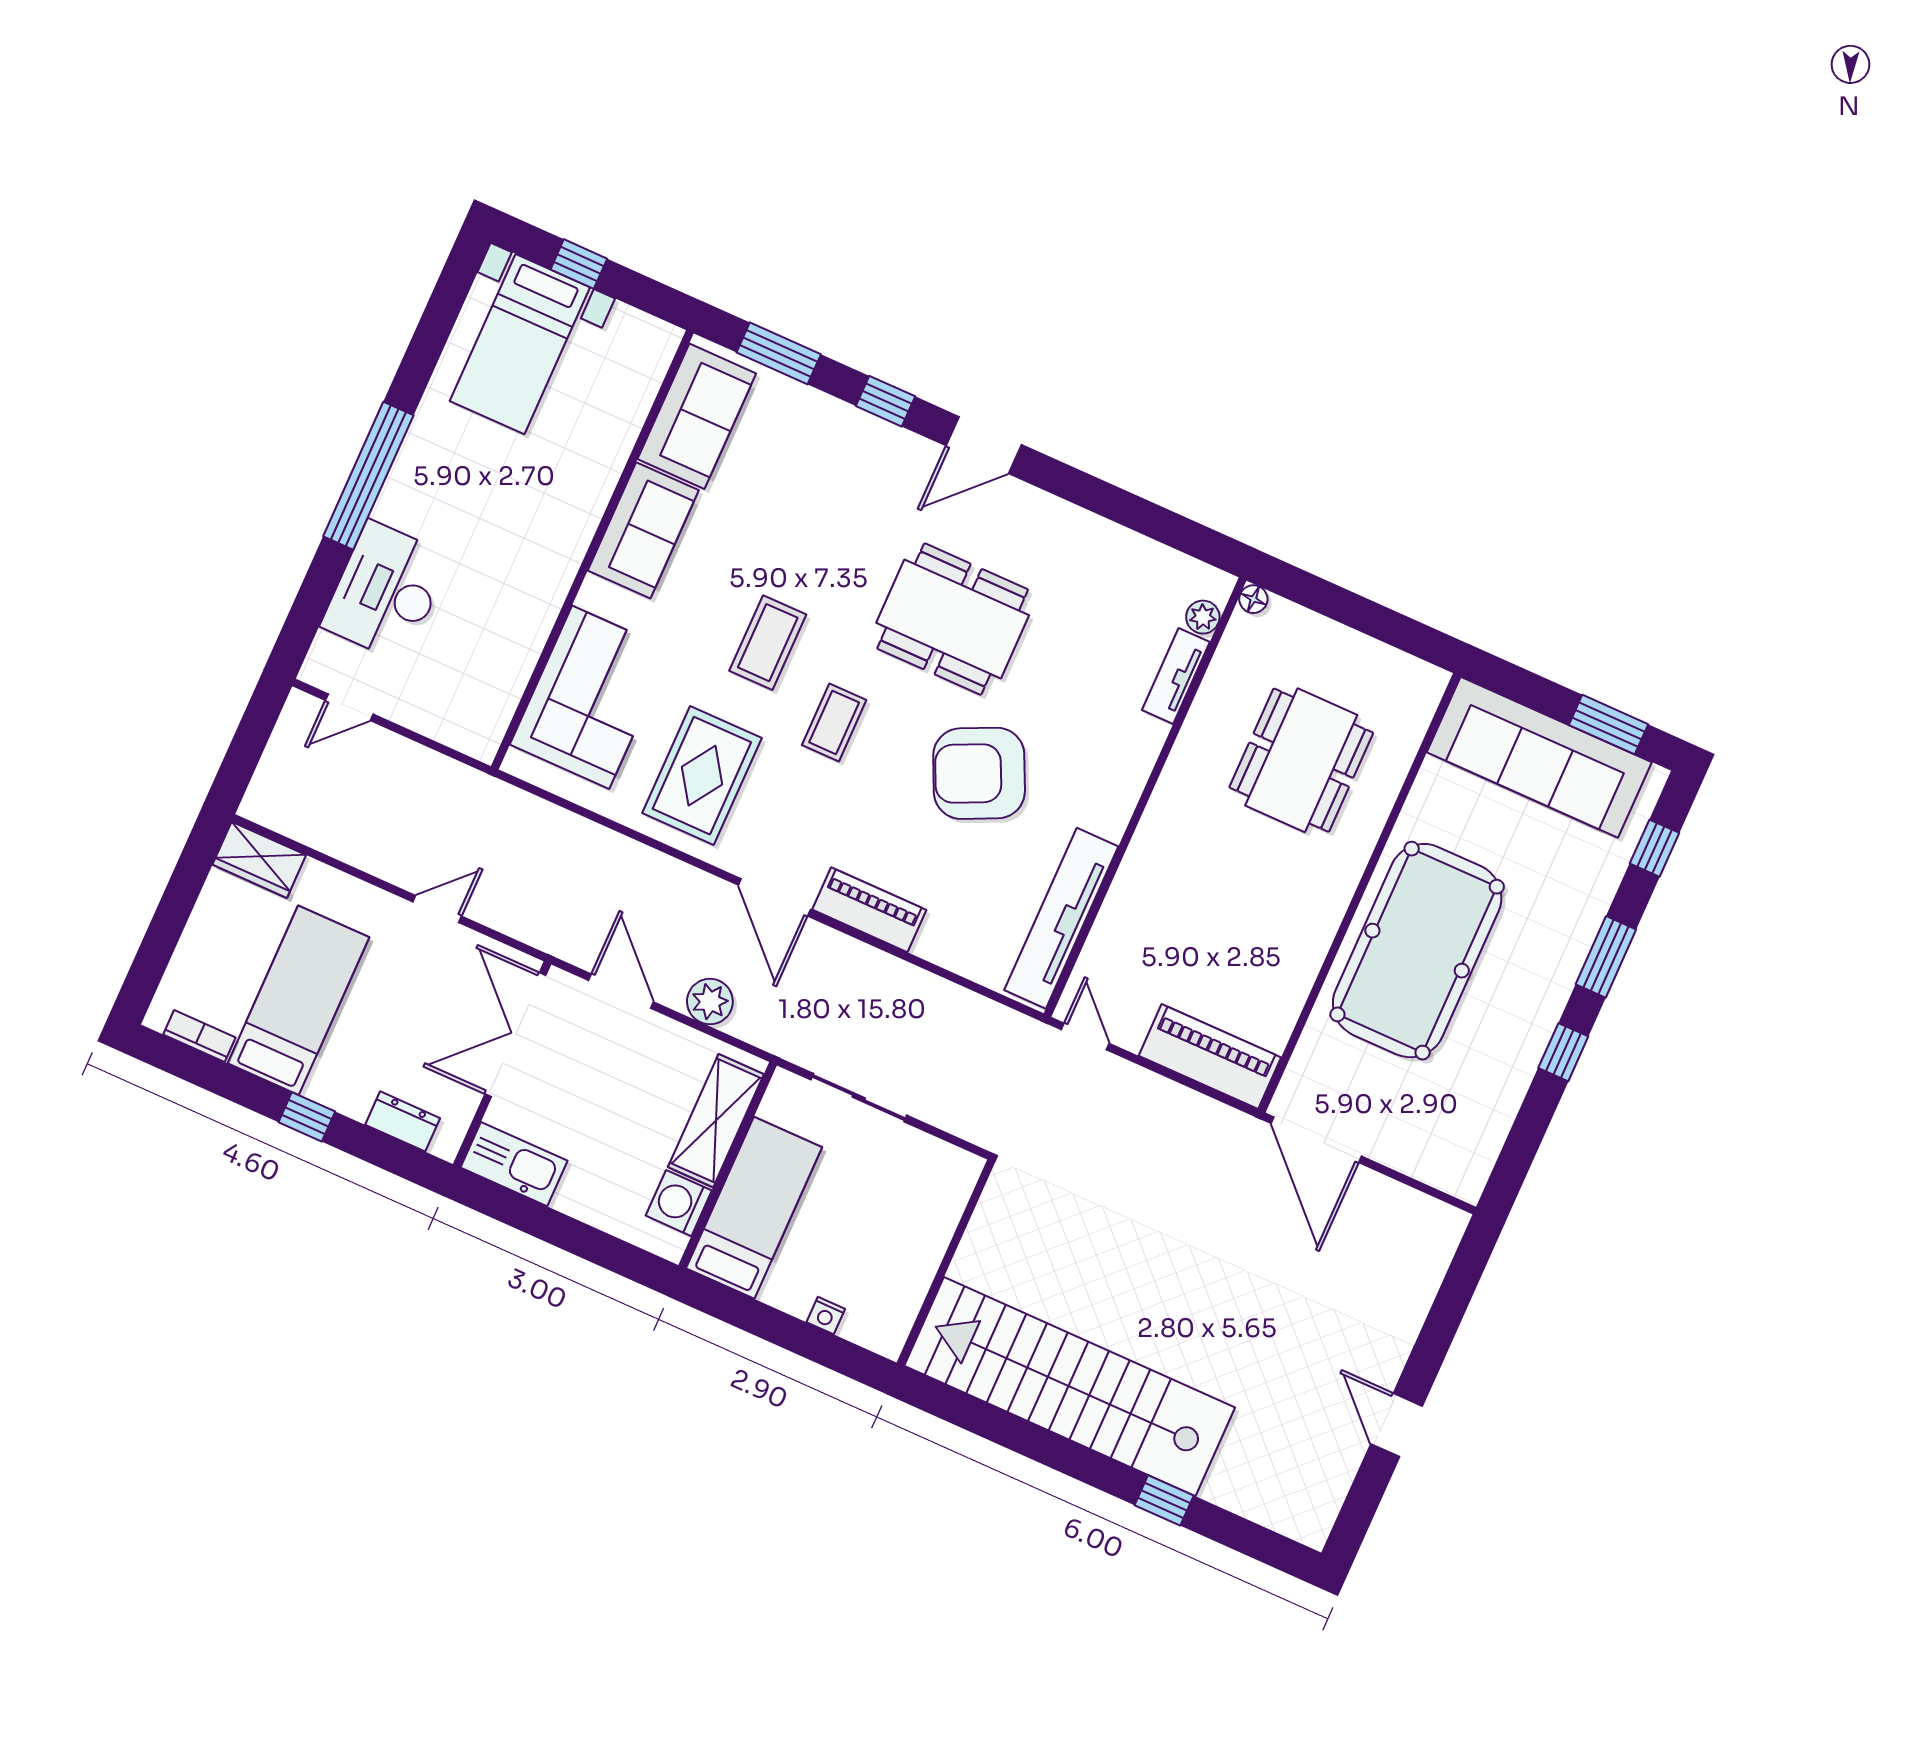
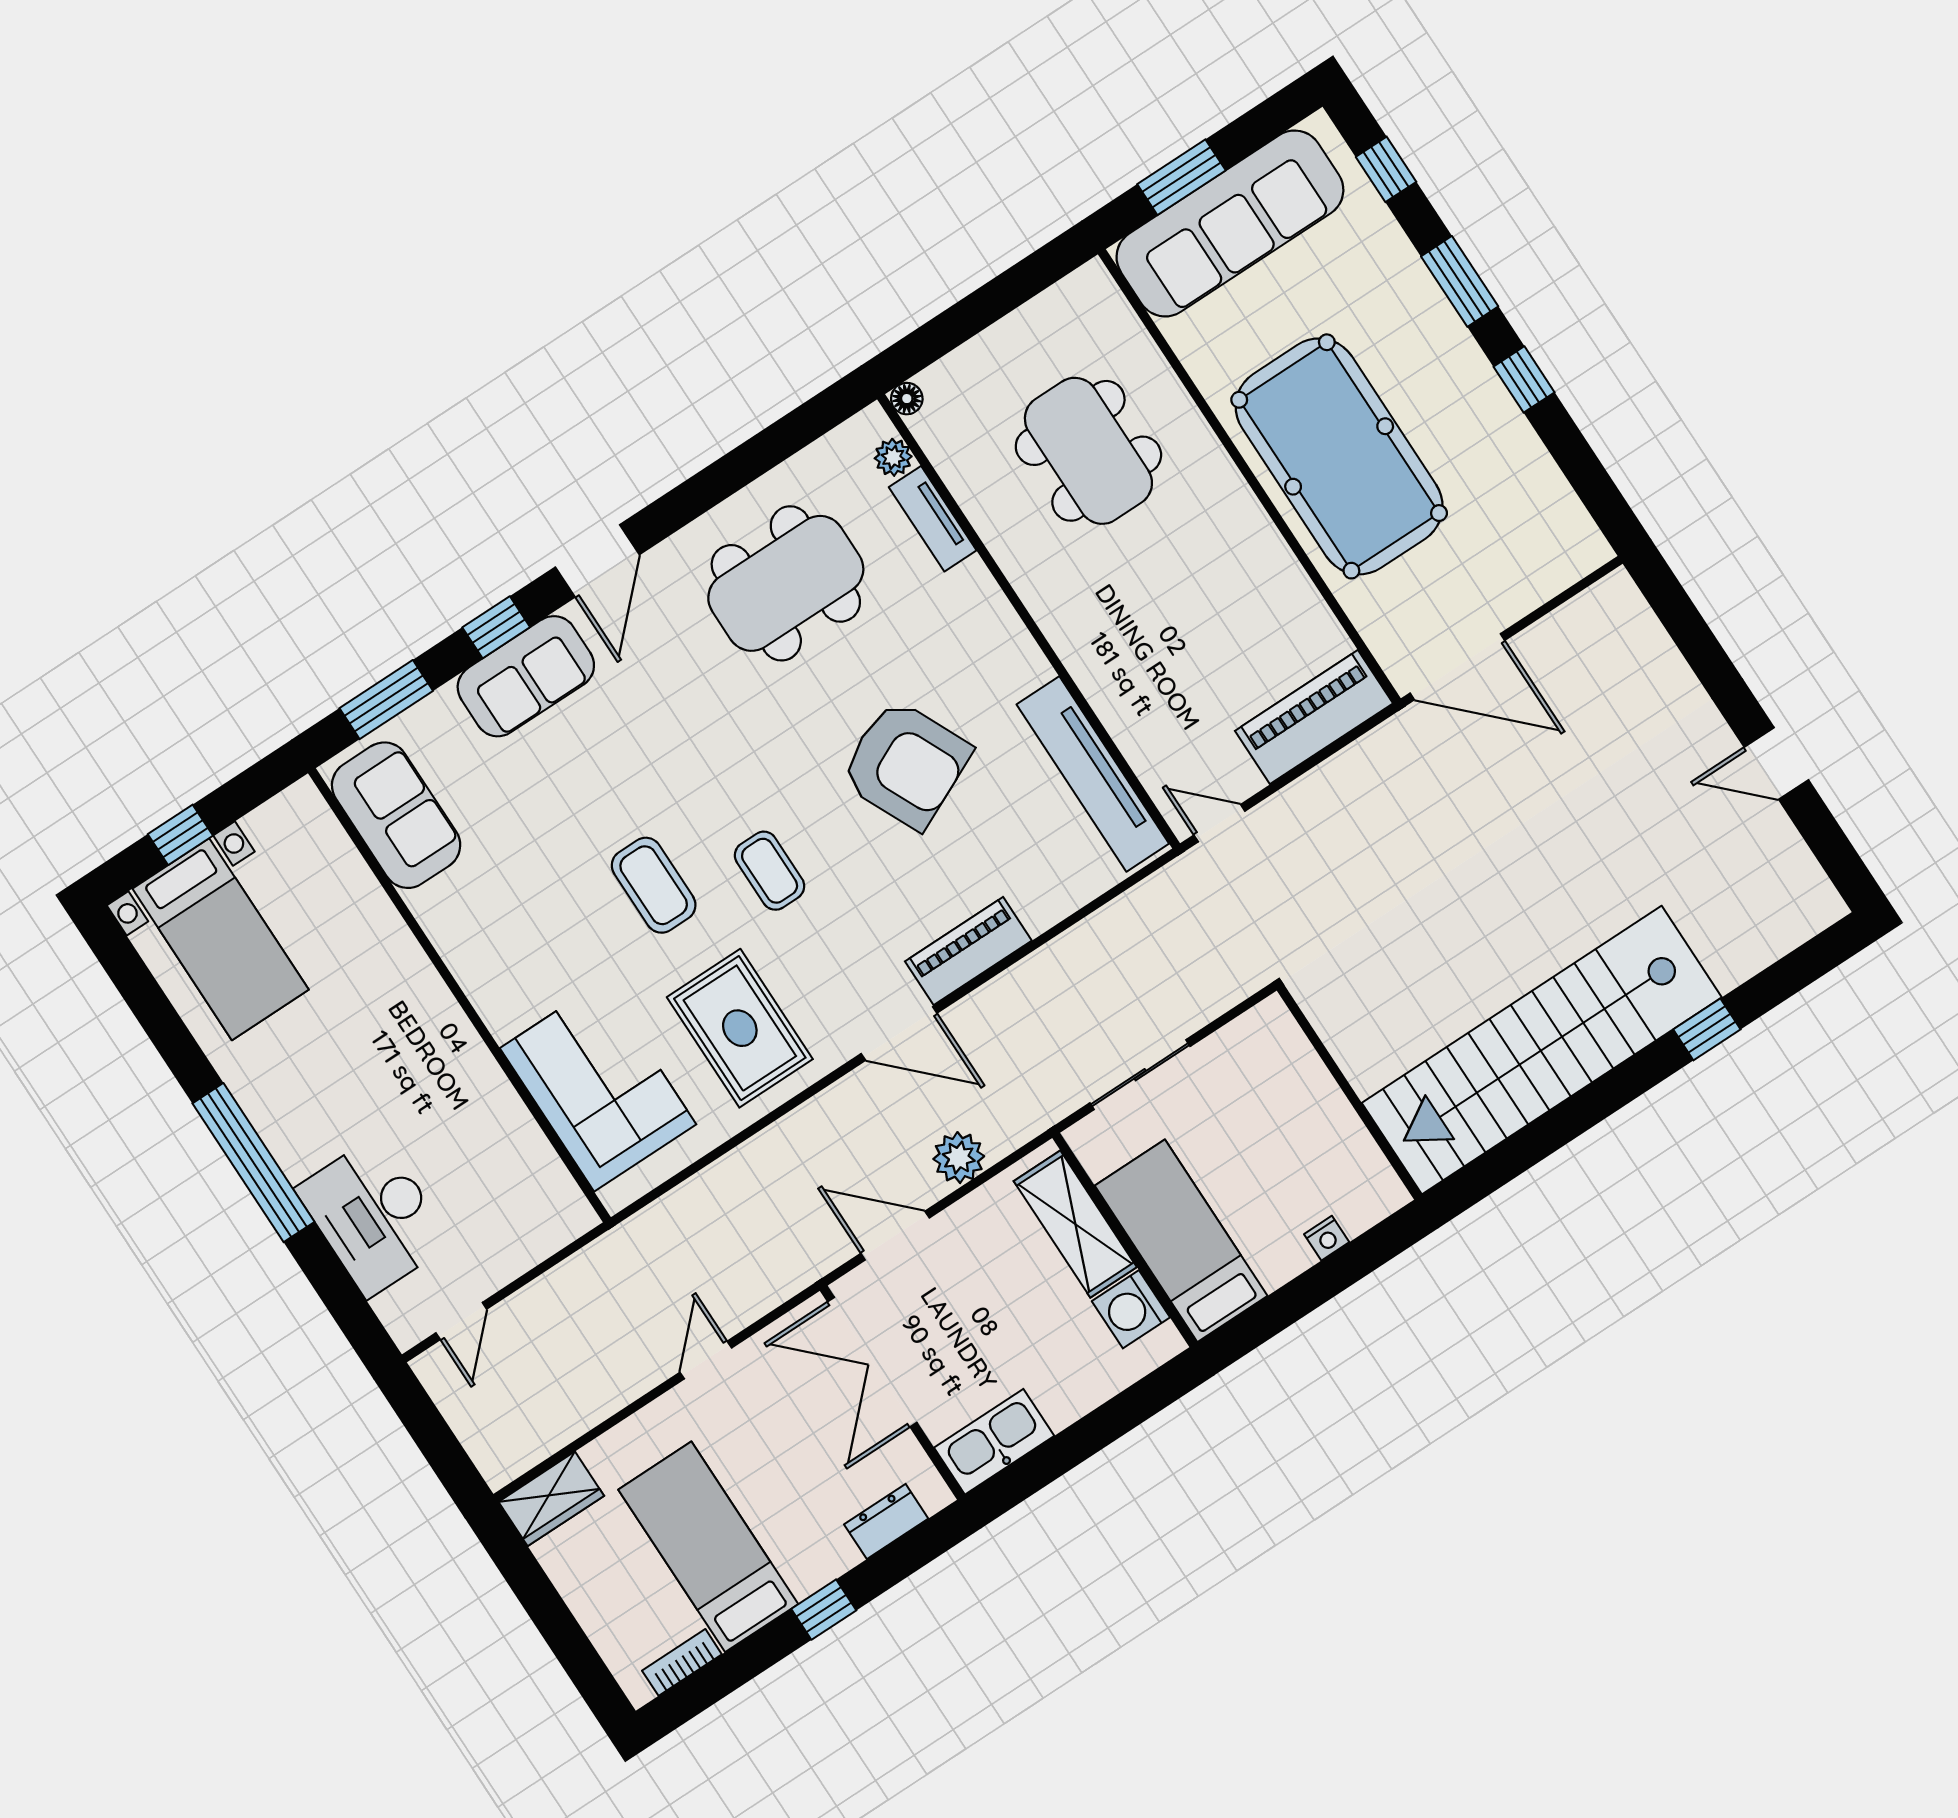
sofa: (643, 530) -> (526, 676), moved, turned 90
dining table: (953, 619) -> (786, 583), moved
window: (1608, 725) -> (1181, 177), moved
armchair: (979, 773) -> (906, 764), turned -90

